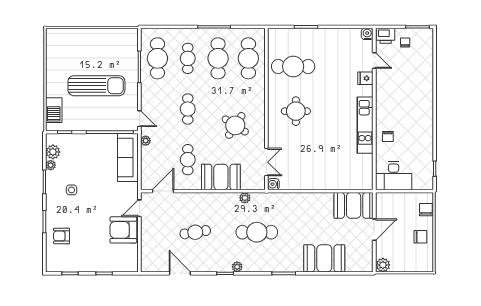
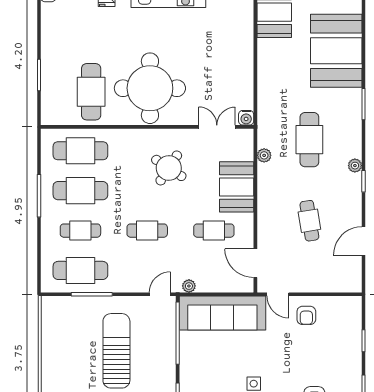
round table: (296, 111) -> (150, 88), width x1.86, depth x1.86
sofa: (128, 158) -> (222, 313), width x1.36, depth x1.27
armchair: (123, 230) -> (306, 315), width x0.53, depth x0.53
booth: (324, 258) -> (336, 51), width x1.36, depth x1.42

